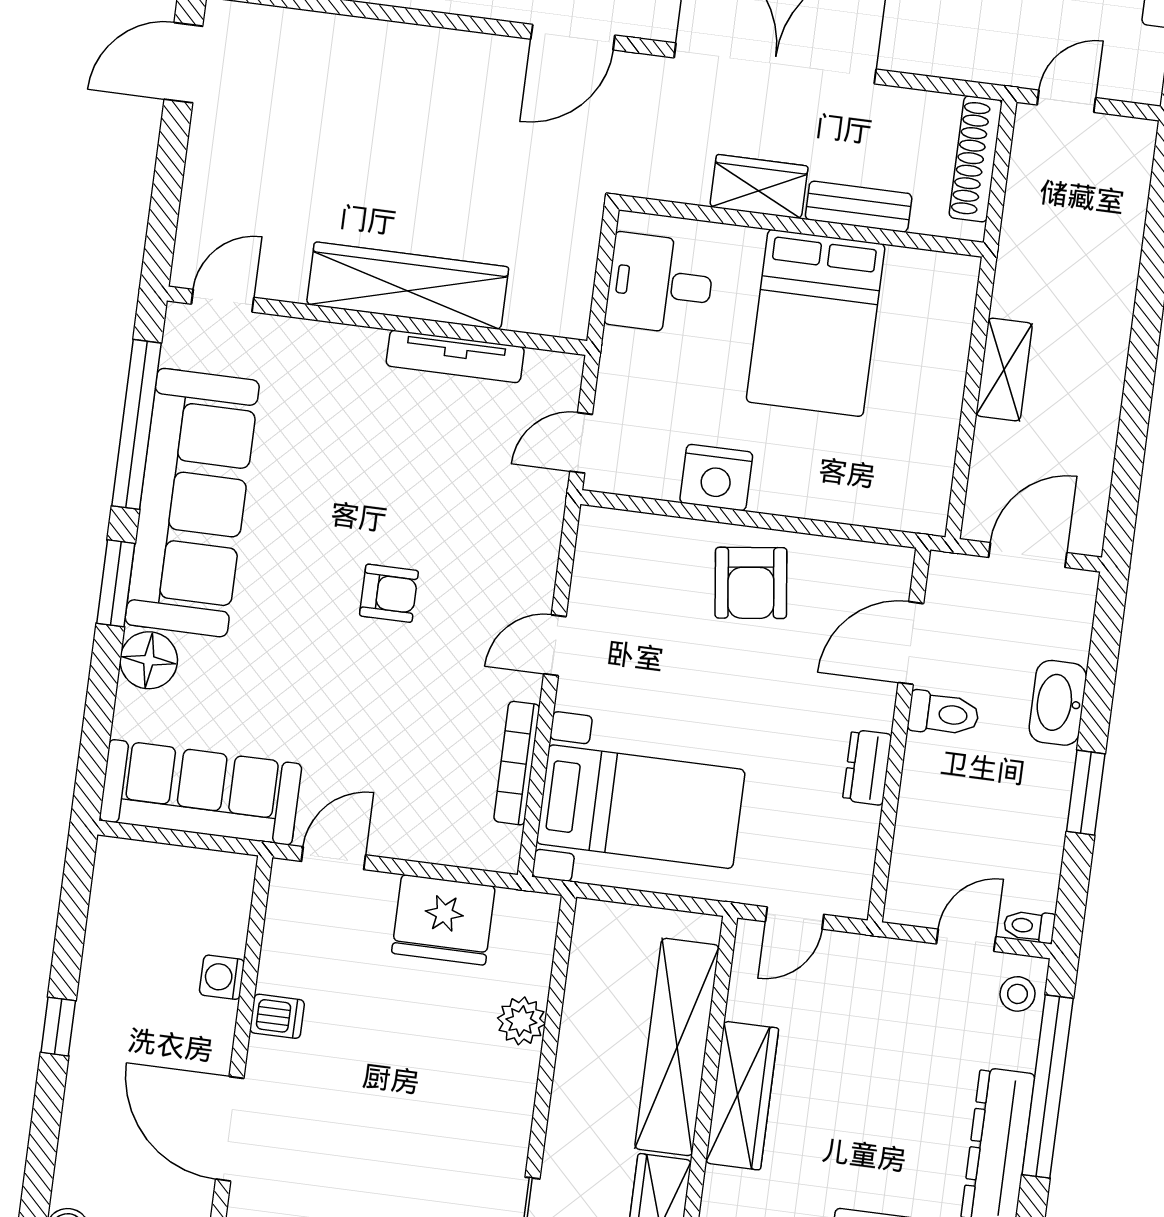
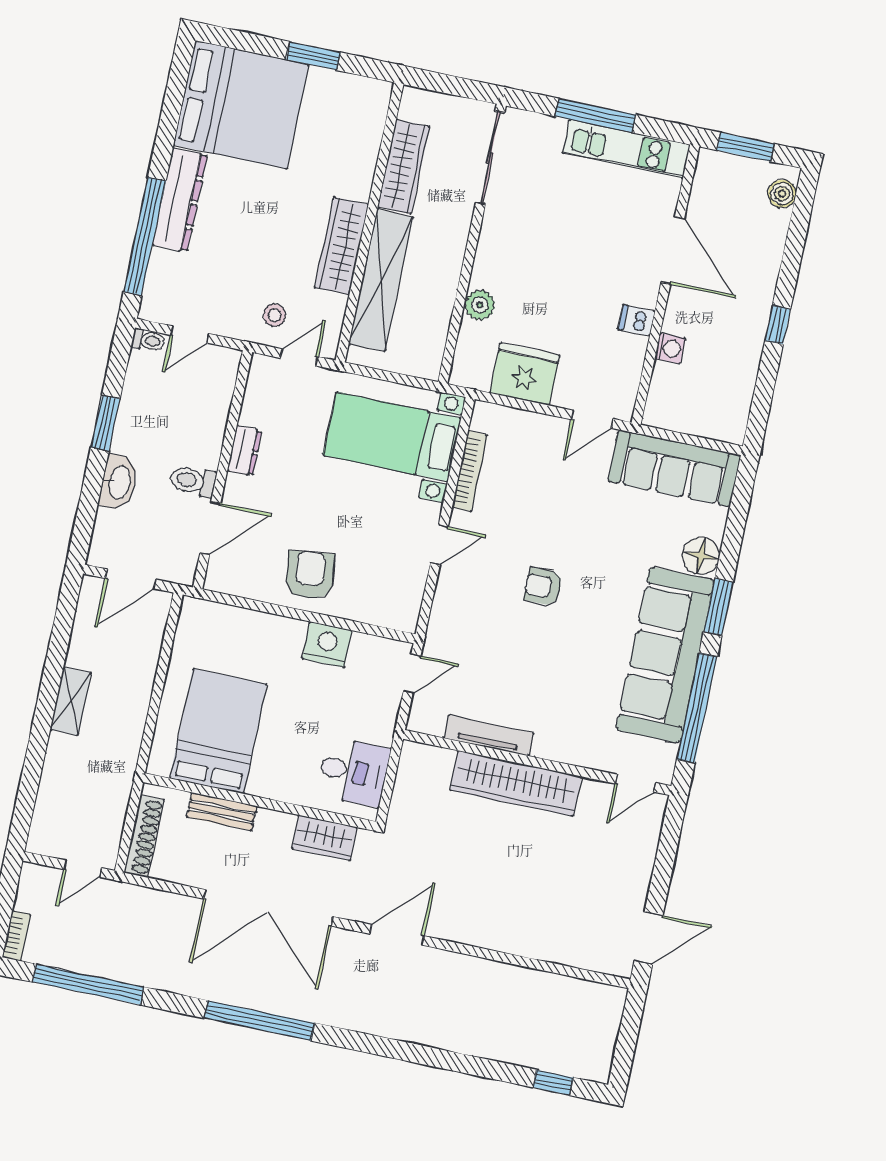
wardrobe: (759, 187) -> (324, 838), moved
bed: (816, 323) -> (218, 731), moved
shelving: (1004, 370) -> (71, 701), moved
stool: (1017, 994) -> (274, 315), moved

